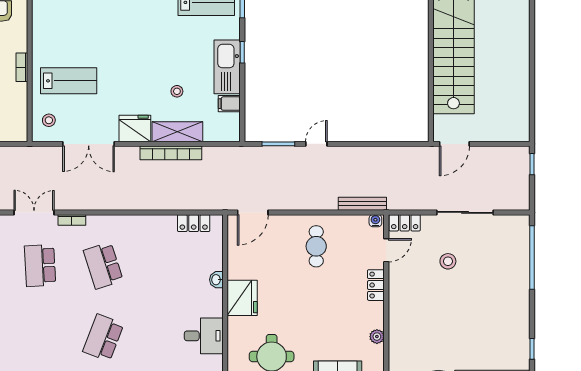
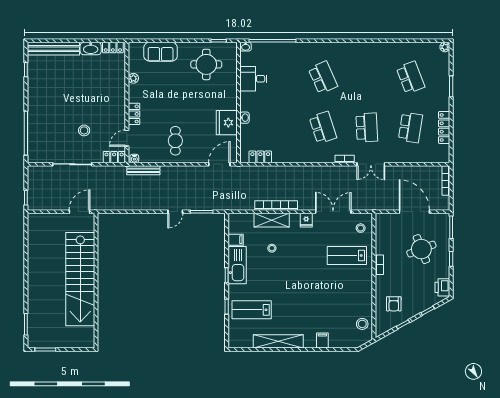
fridge: (135, 128) -> (306, 220), width x0.53, depth x0.75
fridge: (242, 298) -> (227, 123), moved
school desk: (103, 338) -> (323, 77), turned -45

